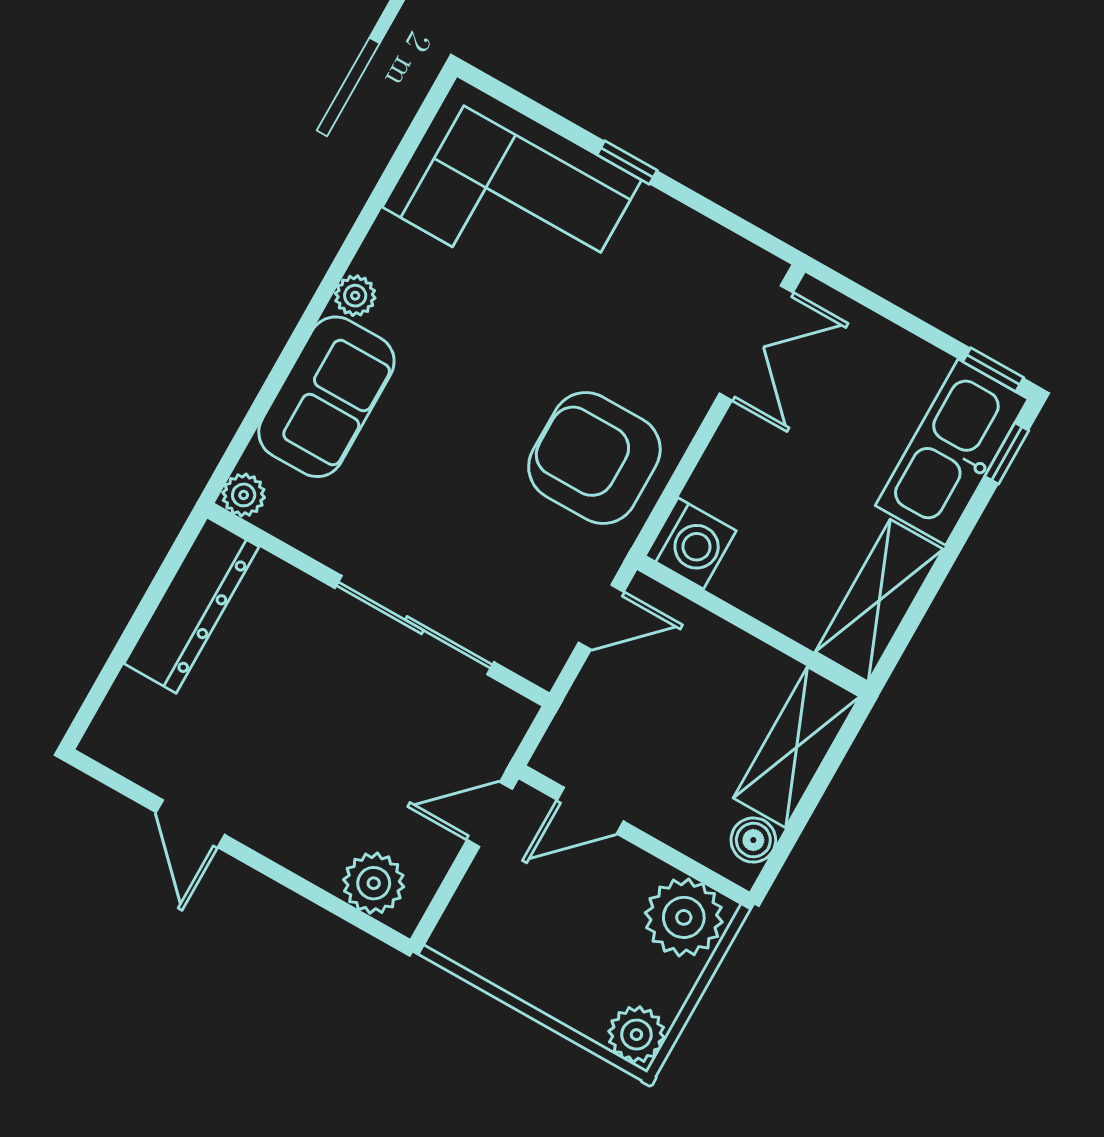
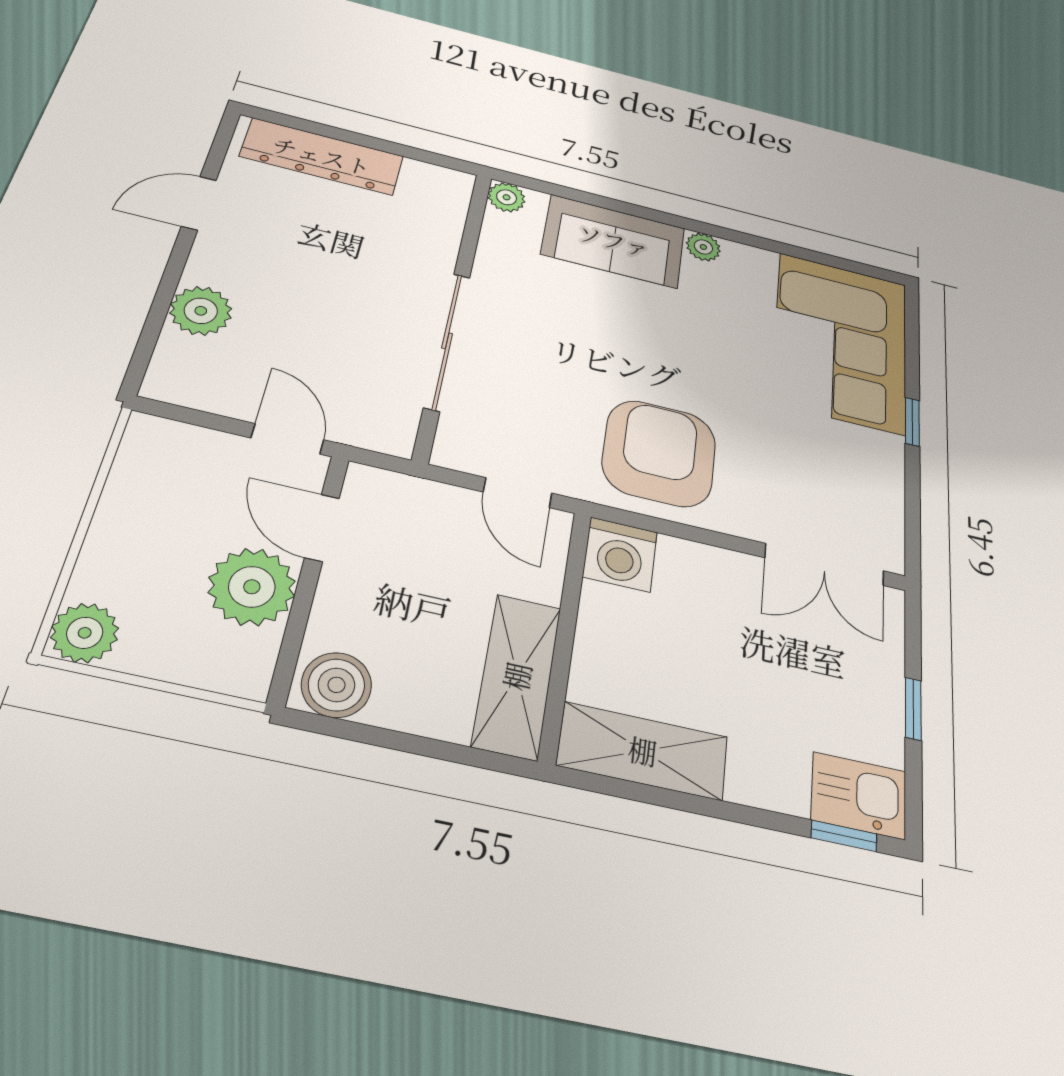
window: (993, 370) -> (913, 709), moved
kitchen sink: (952, 452) -> (859, 795), width x0.53, depth x0.81
dresser: (191, 605) -> (322, 156), moved
shelving: (797, 747) -> (517, 676), moved, turned 90
boiler: (753, 840) -> (336, 685), width x1.36, depth x1.36
plant: (374, 883) -> (201, 311), moved
plant: (684, 917) -> (252, 587), moved

